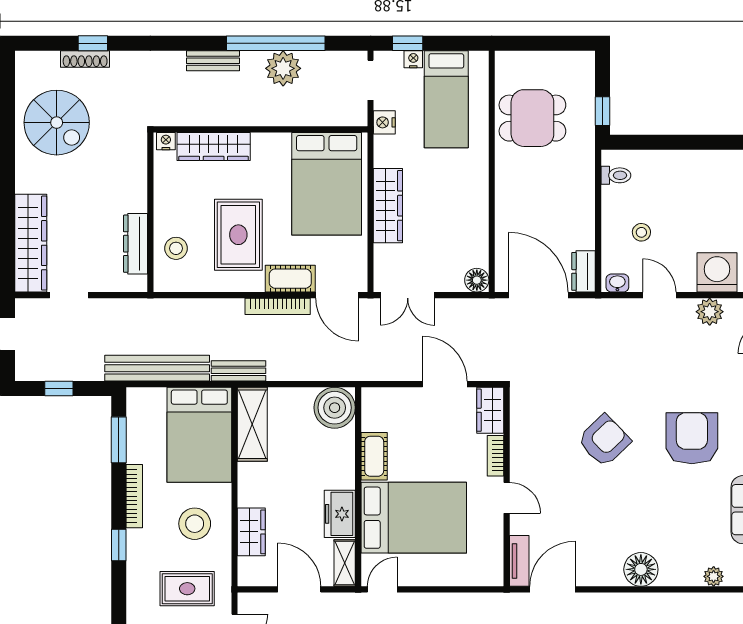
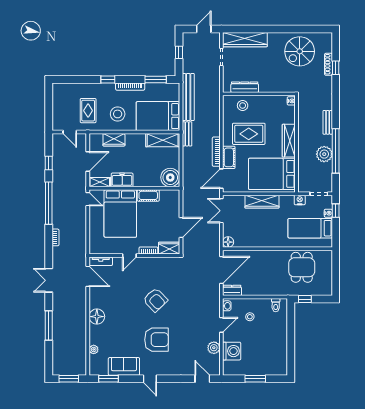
wardrobe: (214, 146) -> (289, 141), moved

